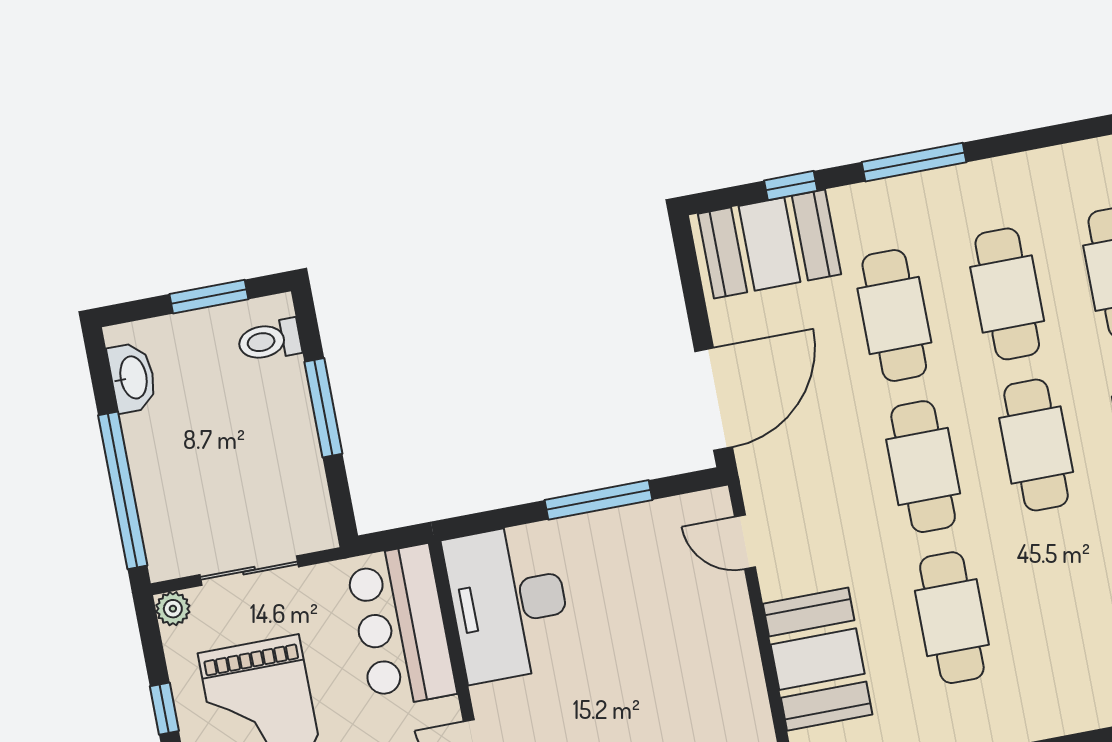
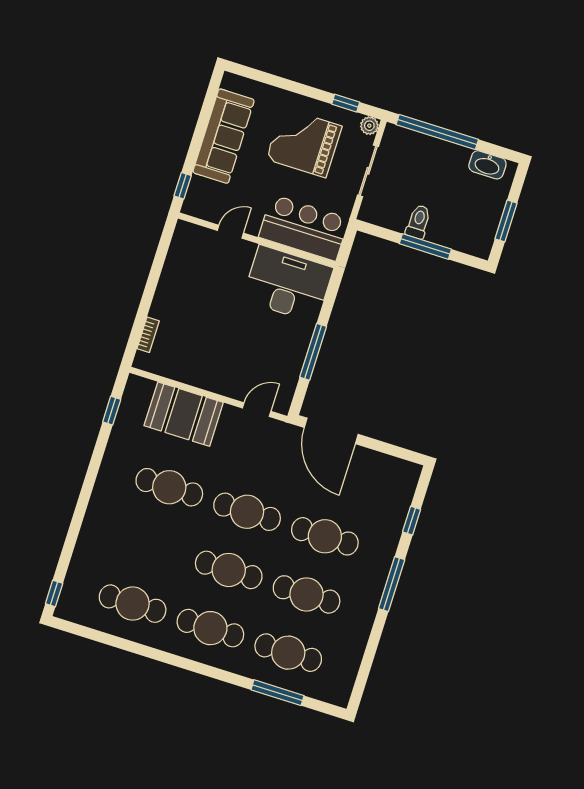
booth: (769, 244) -> (390, 496), removed
toilet: (269, 341) -> (418, 222), moved
window: (164, 709) -> (346, 103), moved

